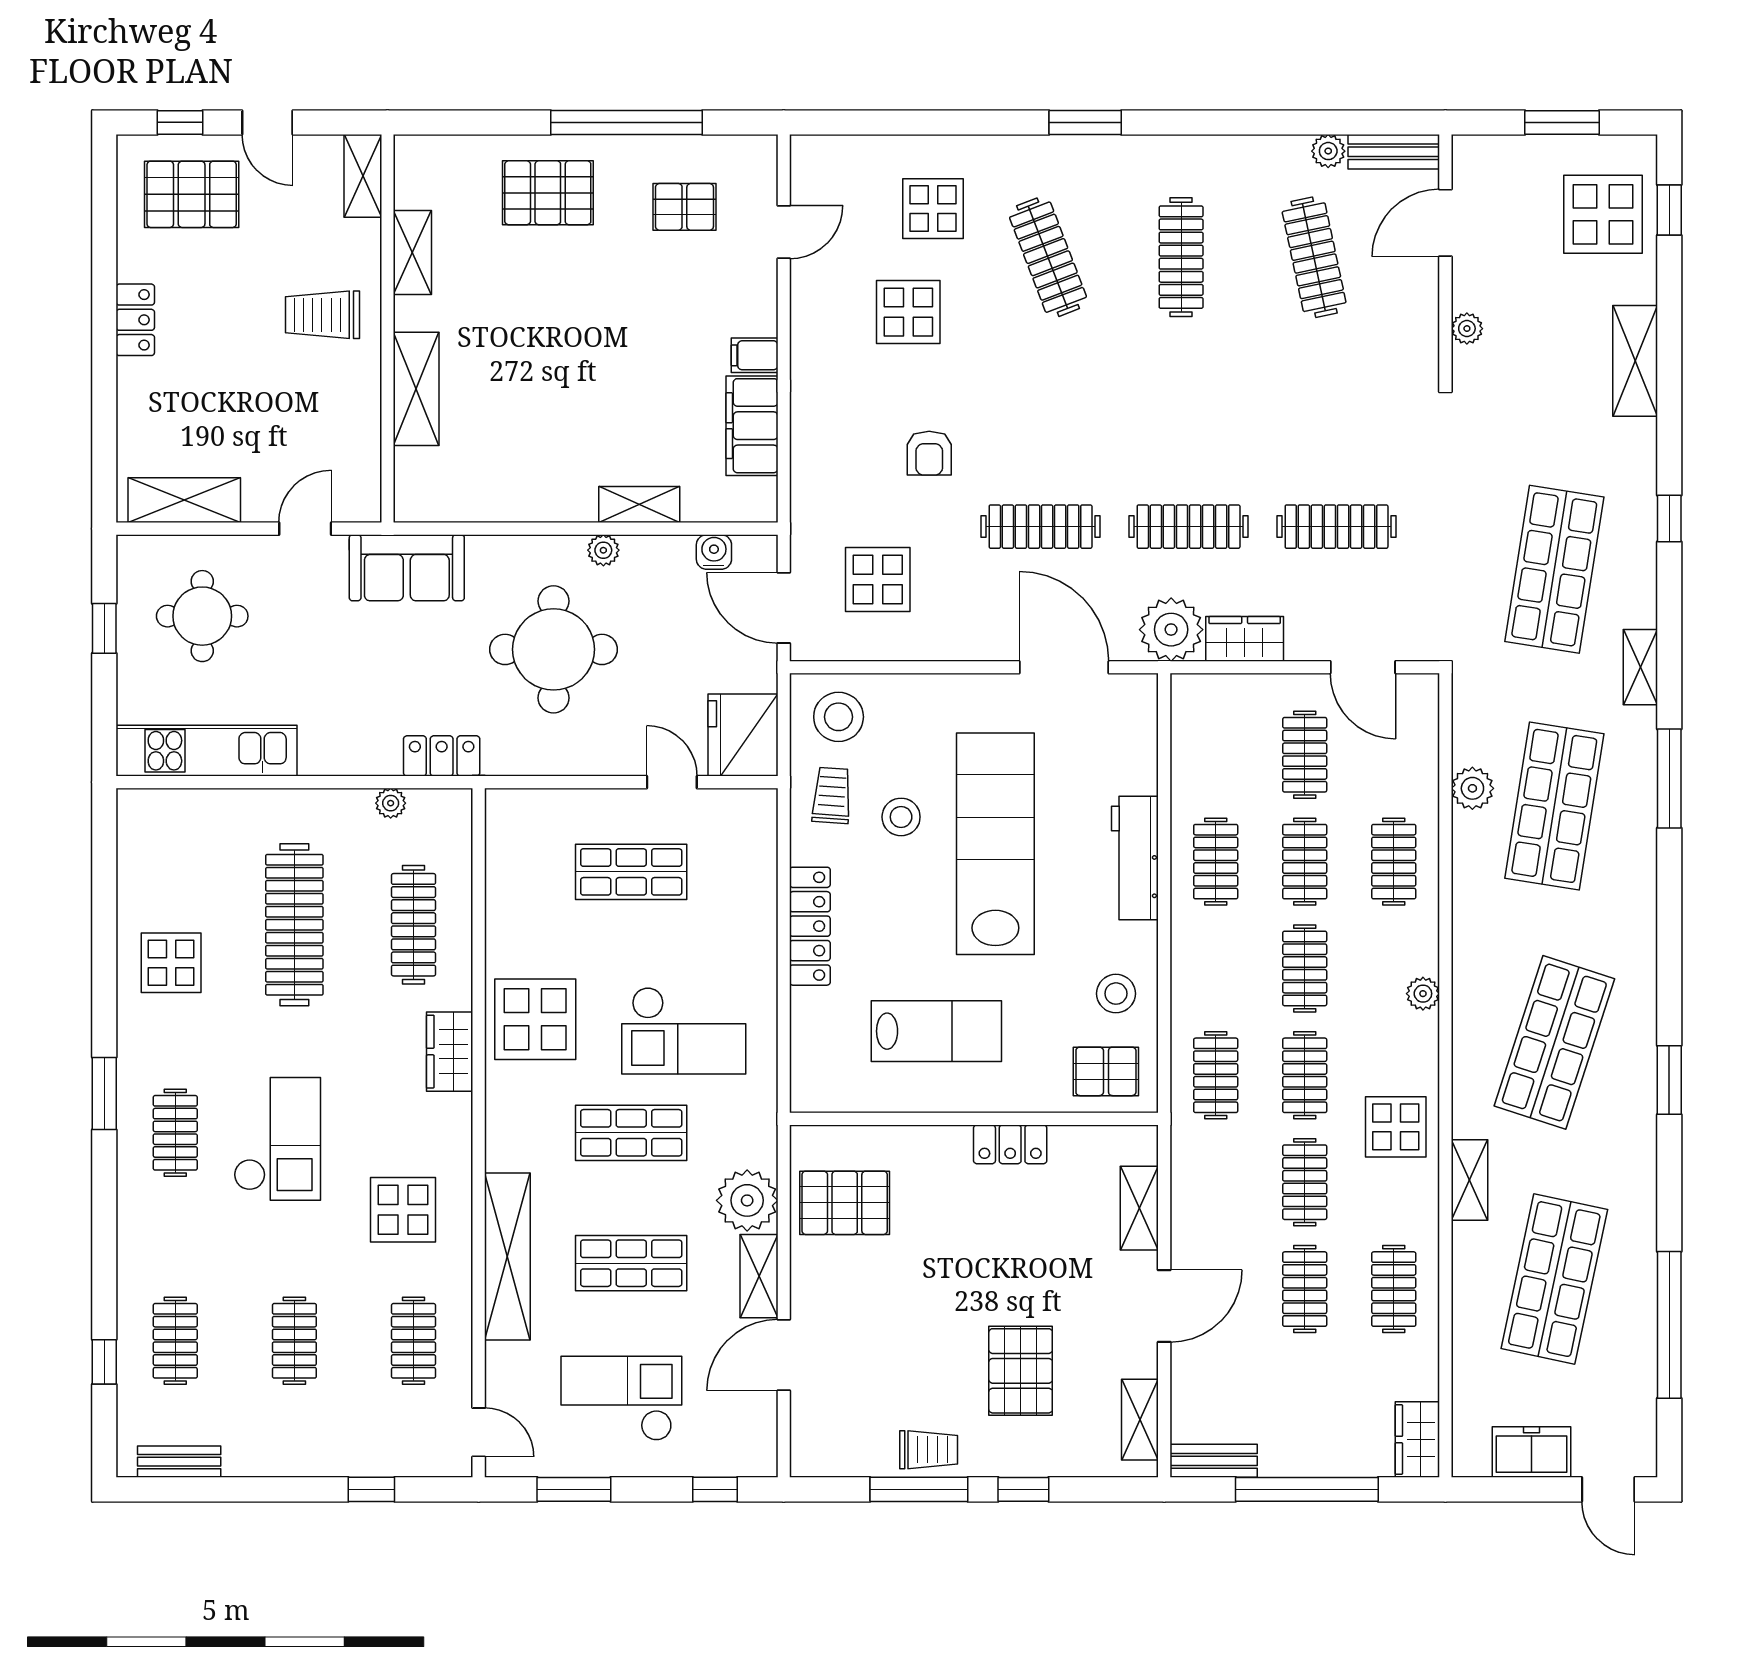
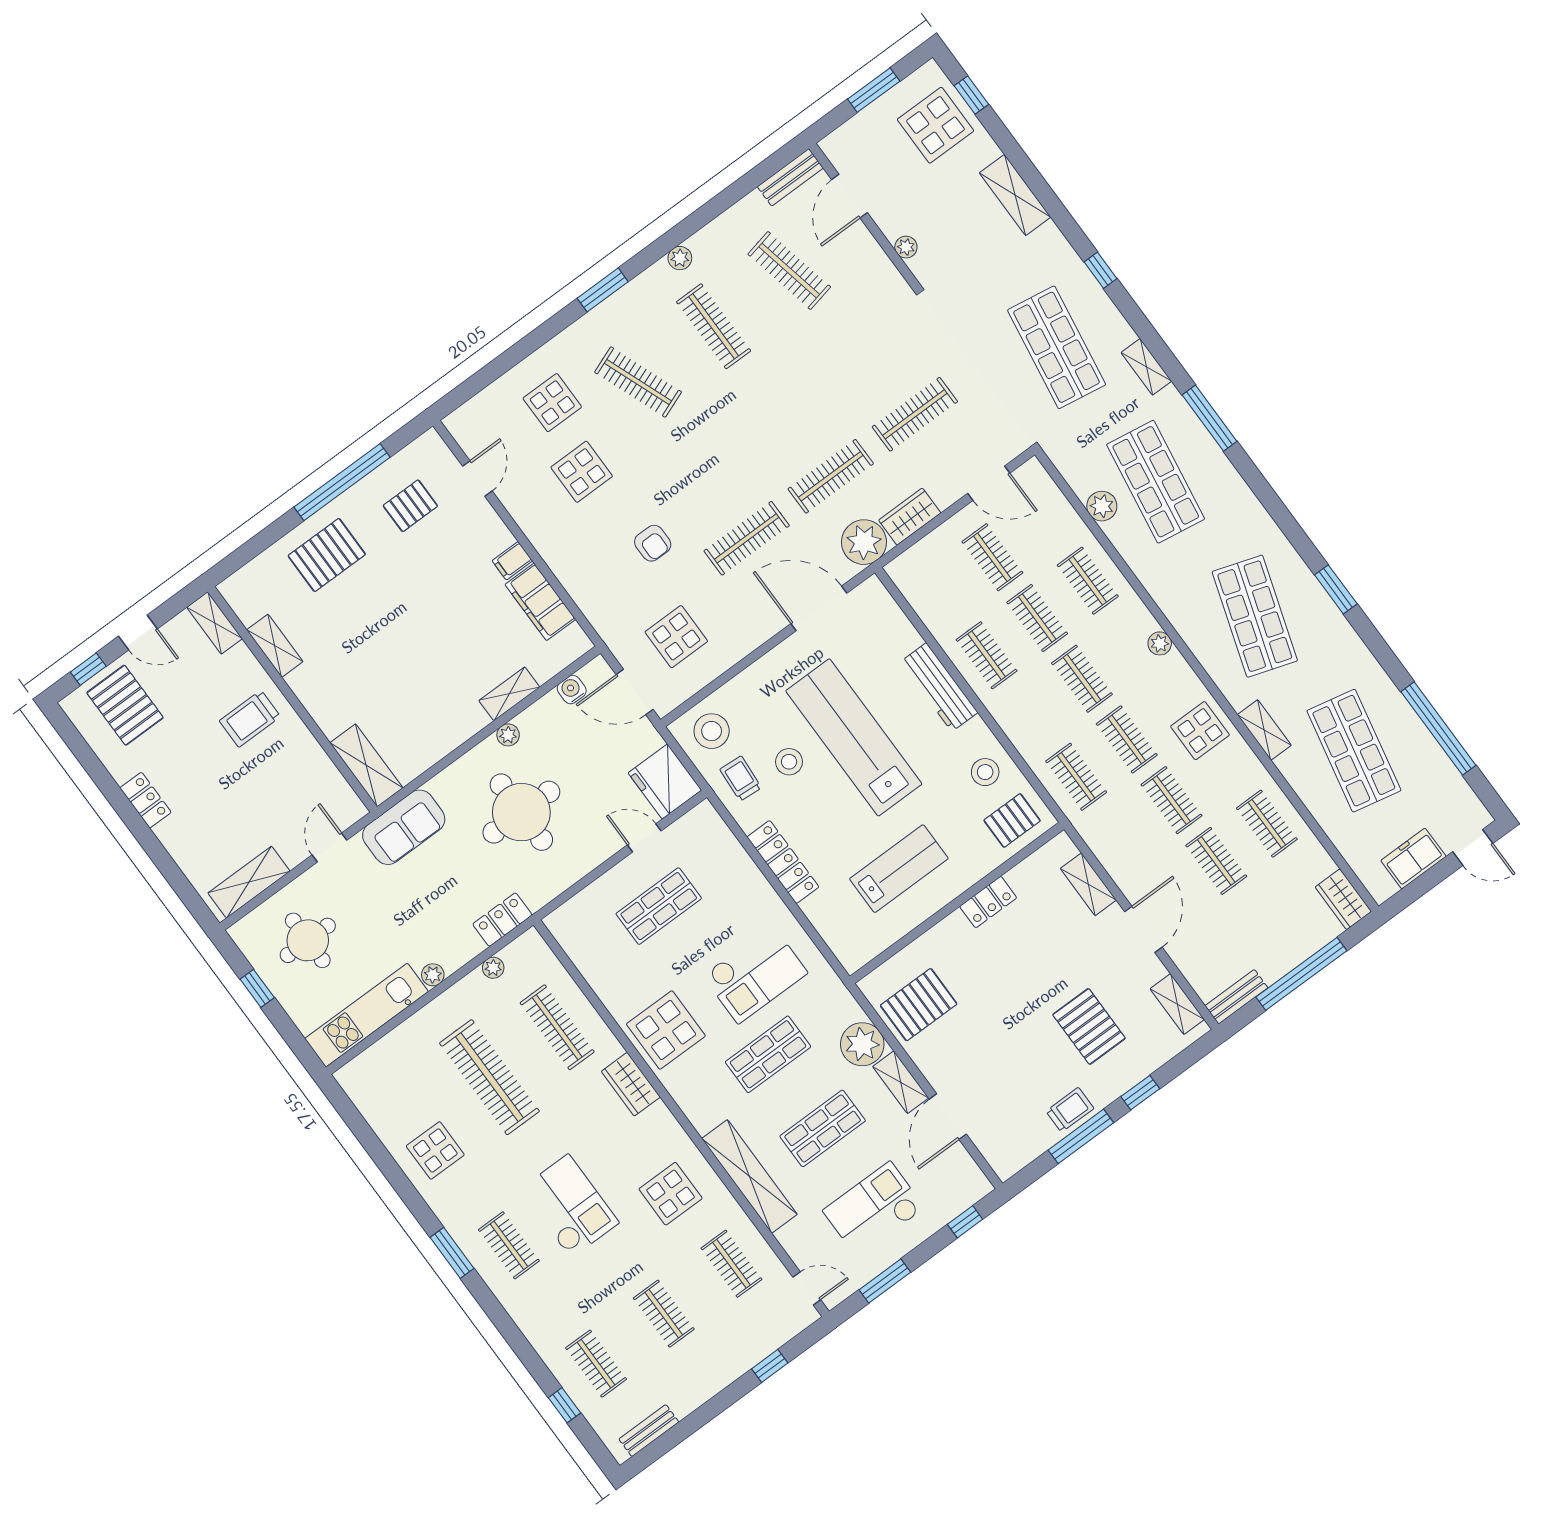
plant: (1328, 151) -> (680, 258), moved
pallet: (192, 194) -> (125, 705), turned 90
shelving: (416, 389) -> (366, 765), moved
plant: (316, 760) -> (433, 975), added

